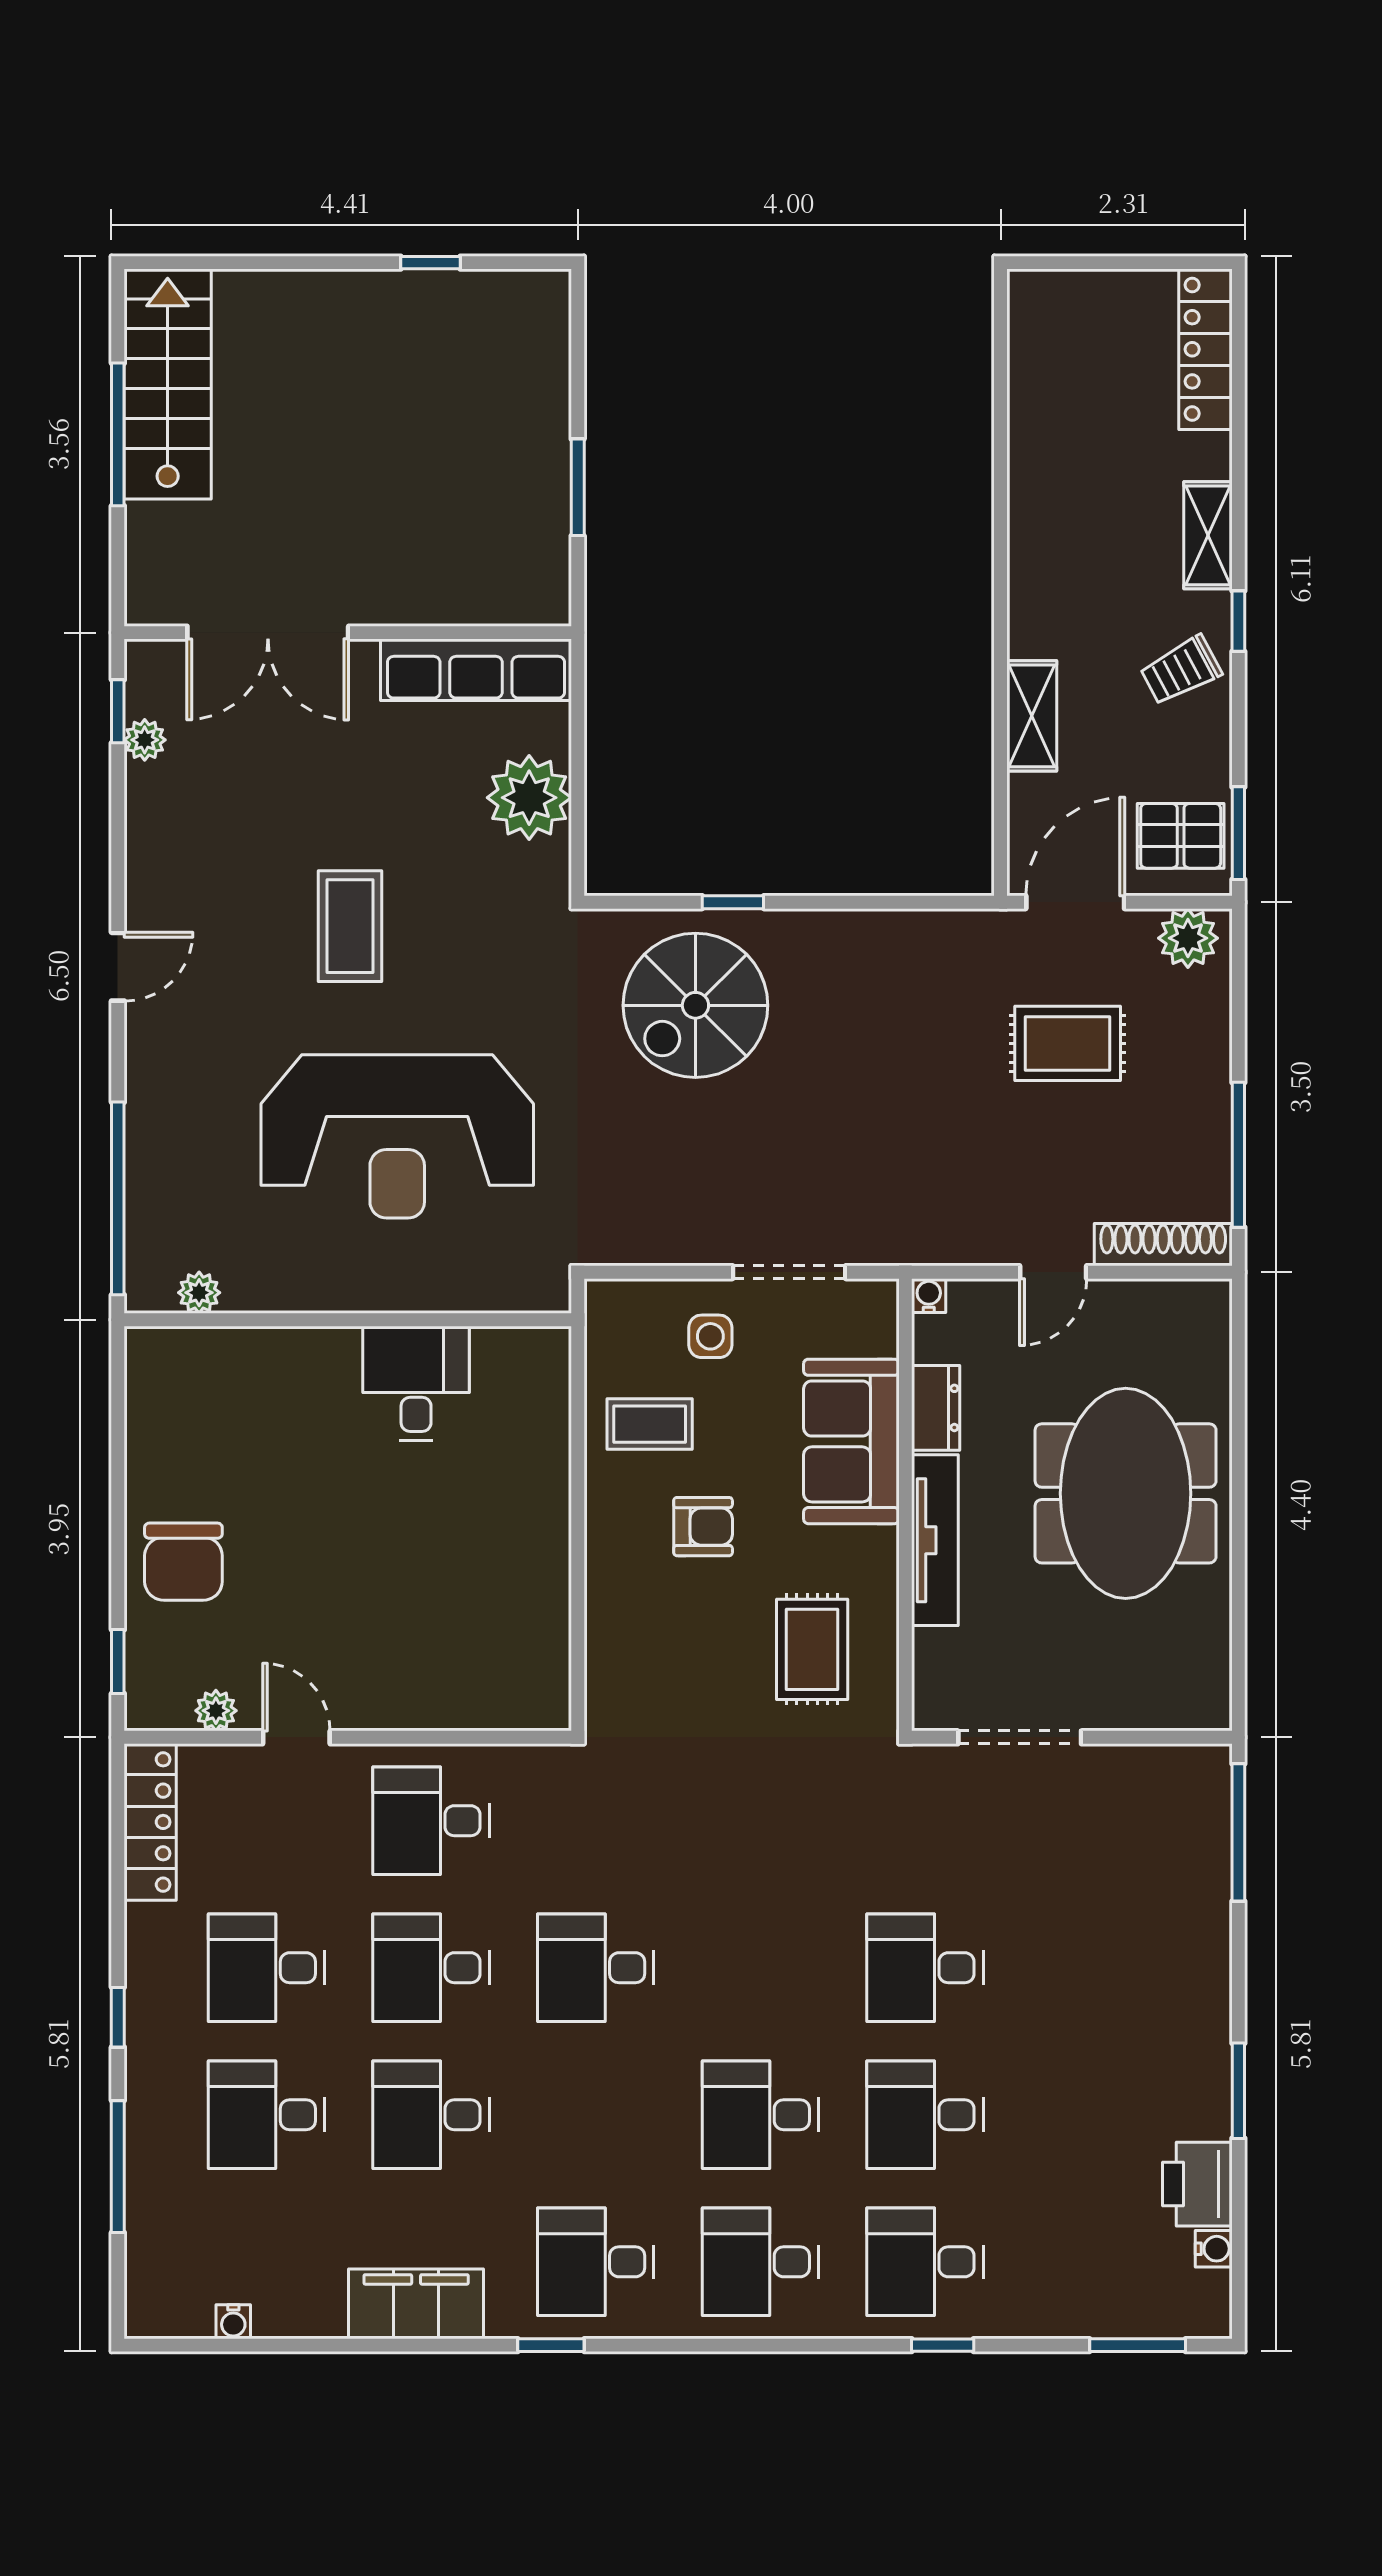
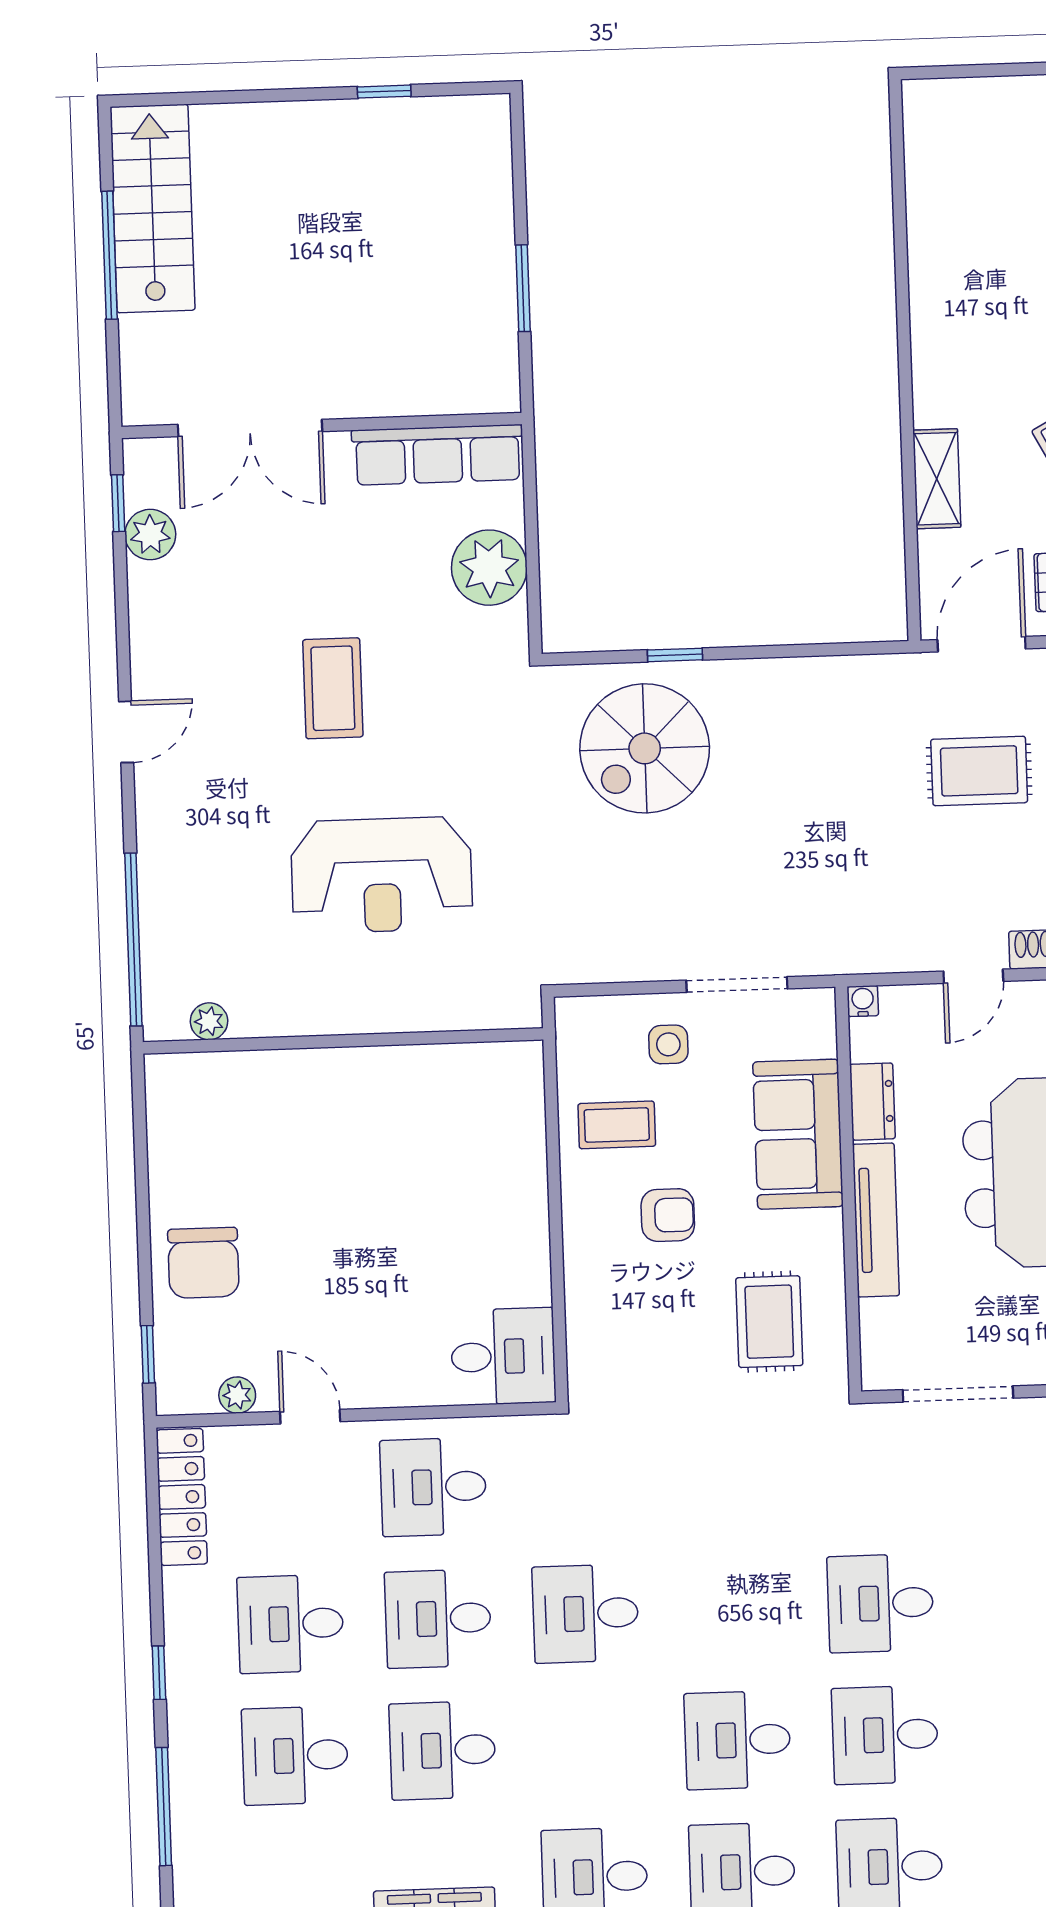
plant: (145, 740) -> (150, 535), width x1.38, depth x1.38
reception desk: (397, 1136) -> (382, 875), width x0.74, depth x0.77
desk: (416, 1383) -> (503, 1356), moved, turned 90

